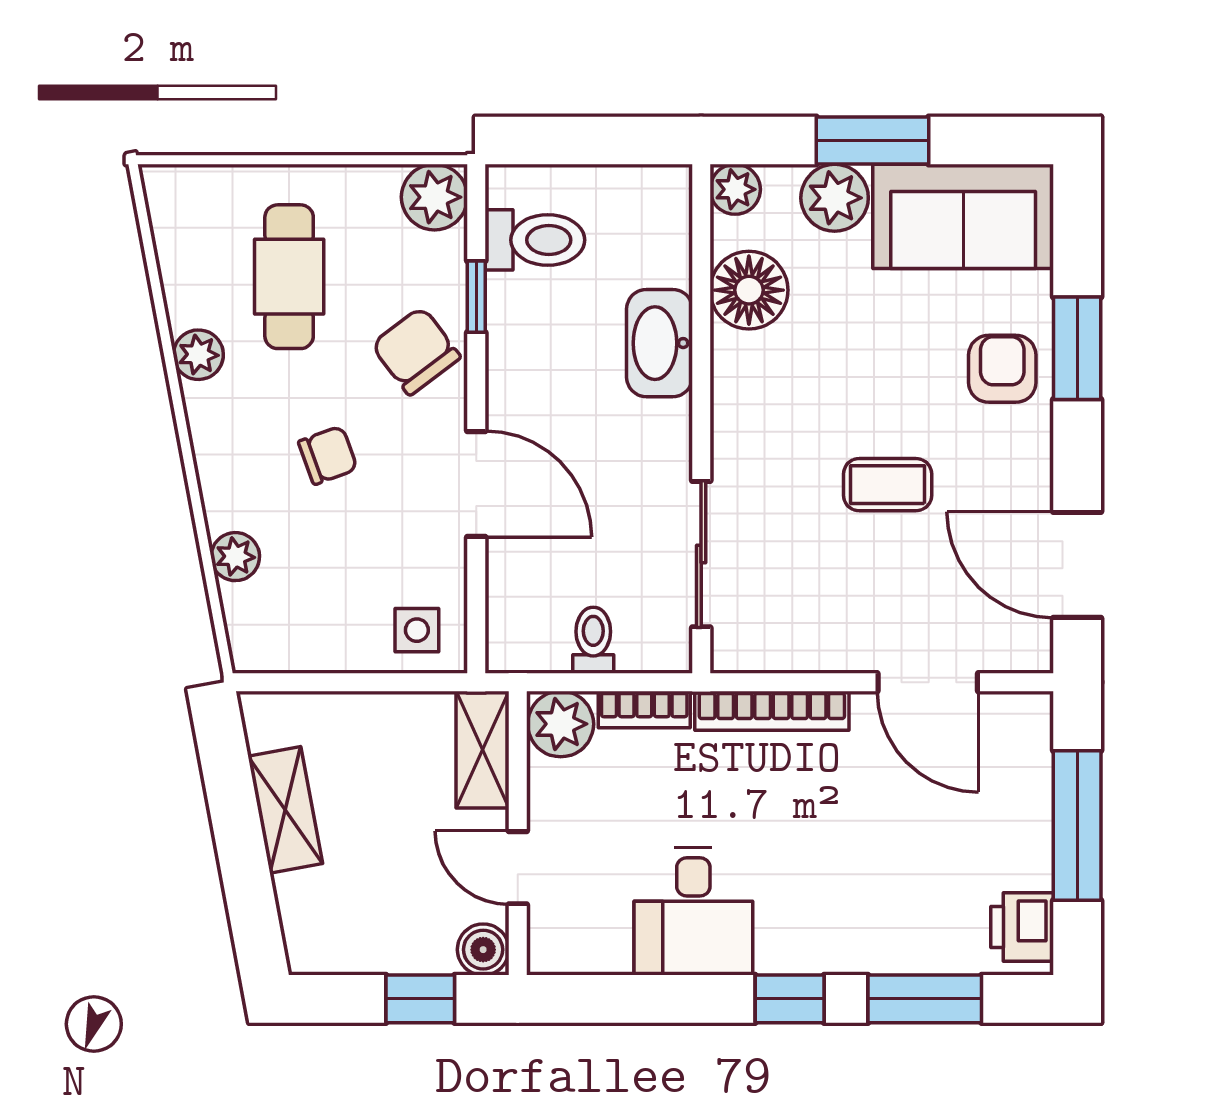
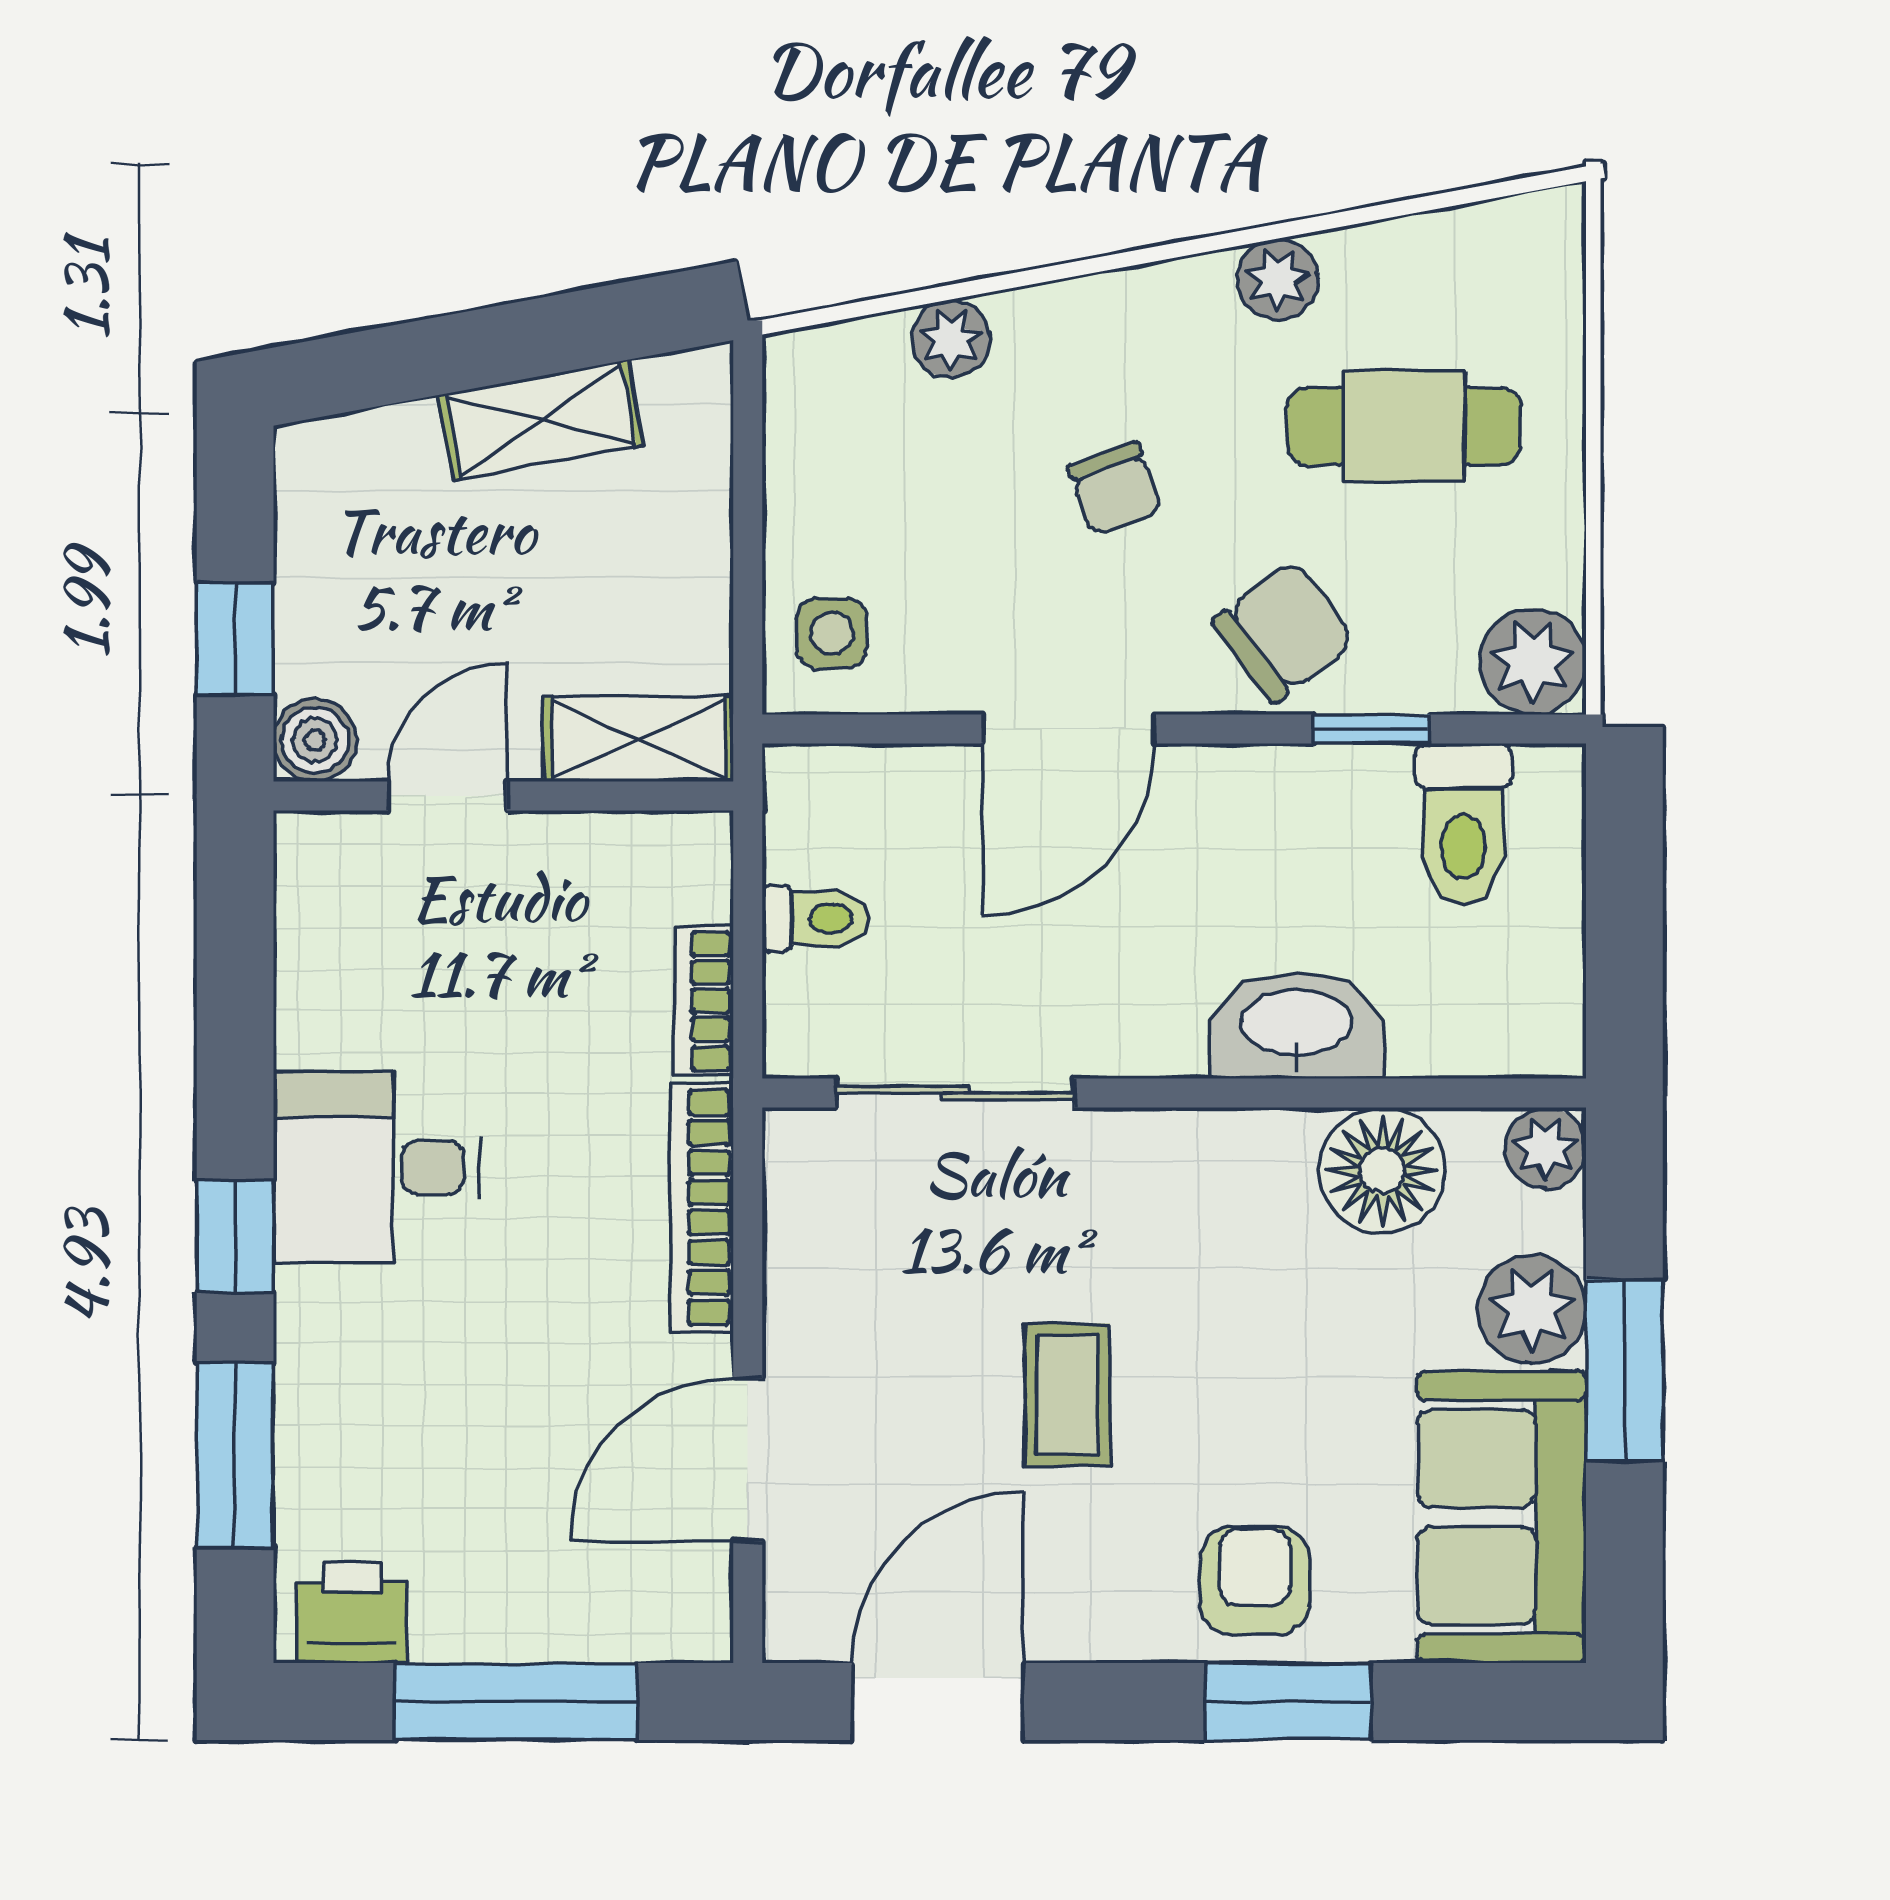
armchair: (1002, 369) -> (1255, 1580), turned -90
plant: (561, 724) -> (680, 866), removed
desk: (693, 911) -> (377, 1167), moved

